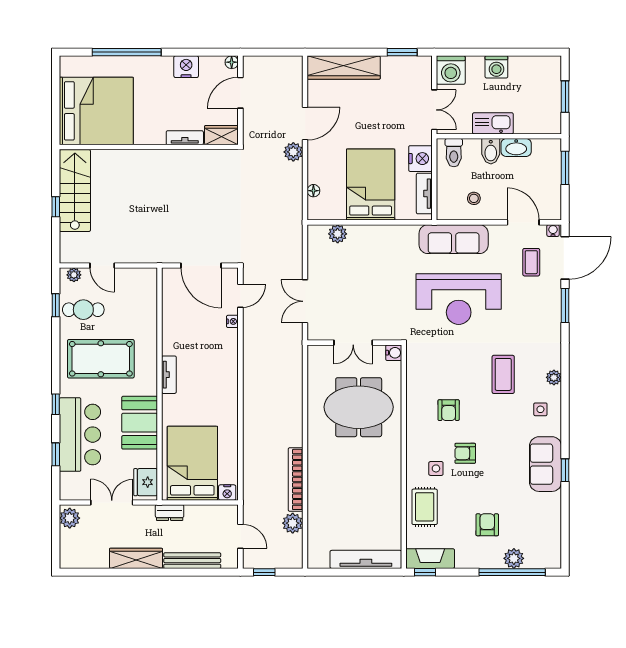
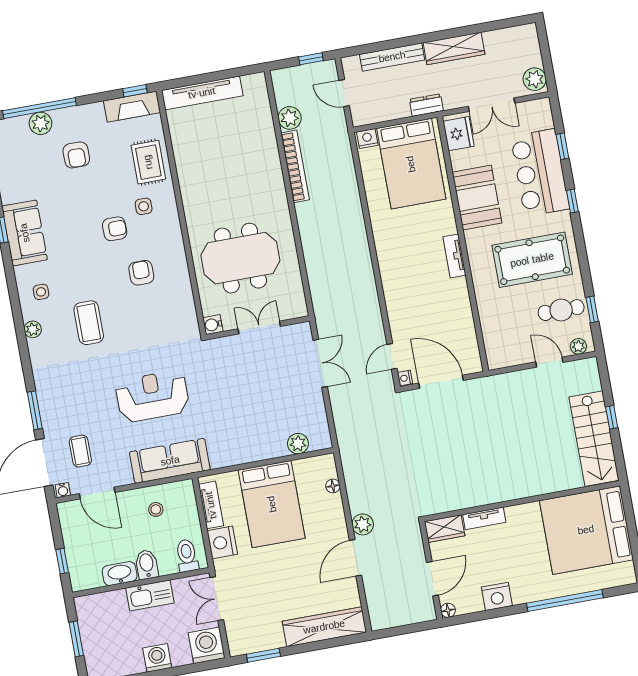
window: (565, 168) -> (62, 561), width x0.67
reception desk: (459, 299) -> (152, 396), width x0.74, depth x0.77
nightstand: (232, 321) -> (405, 378), moved

